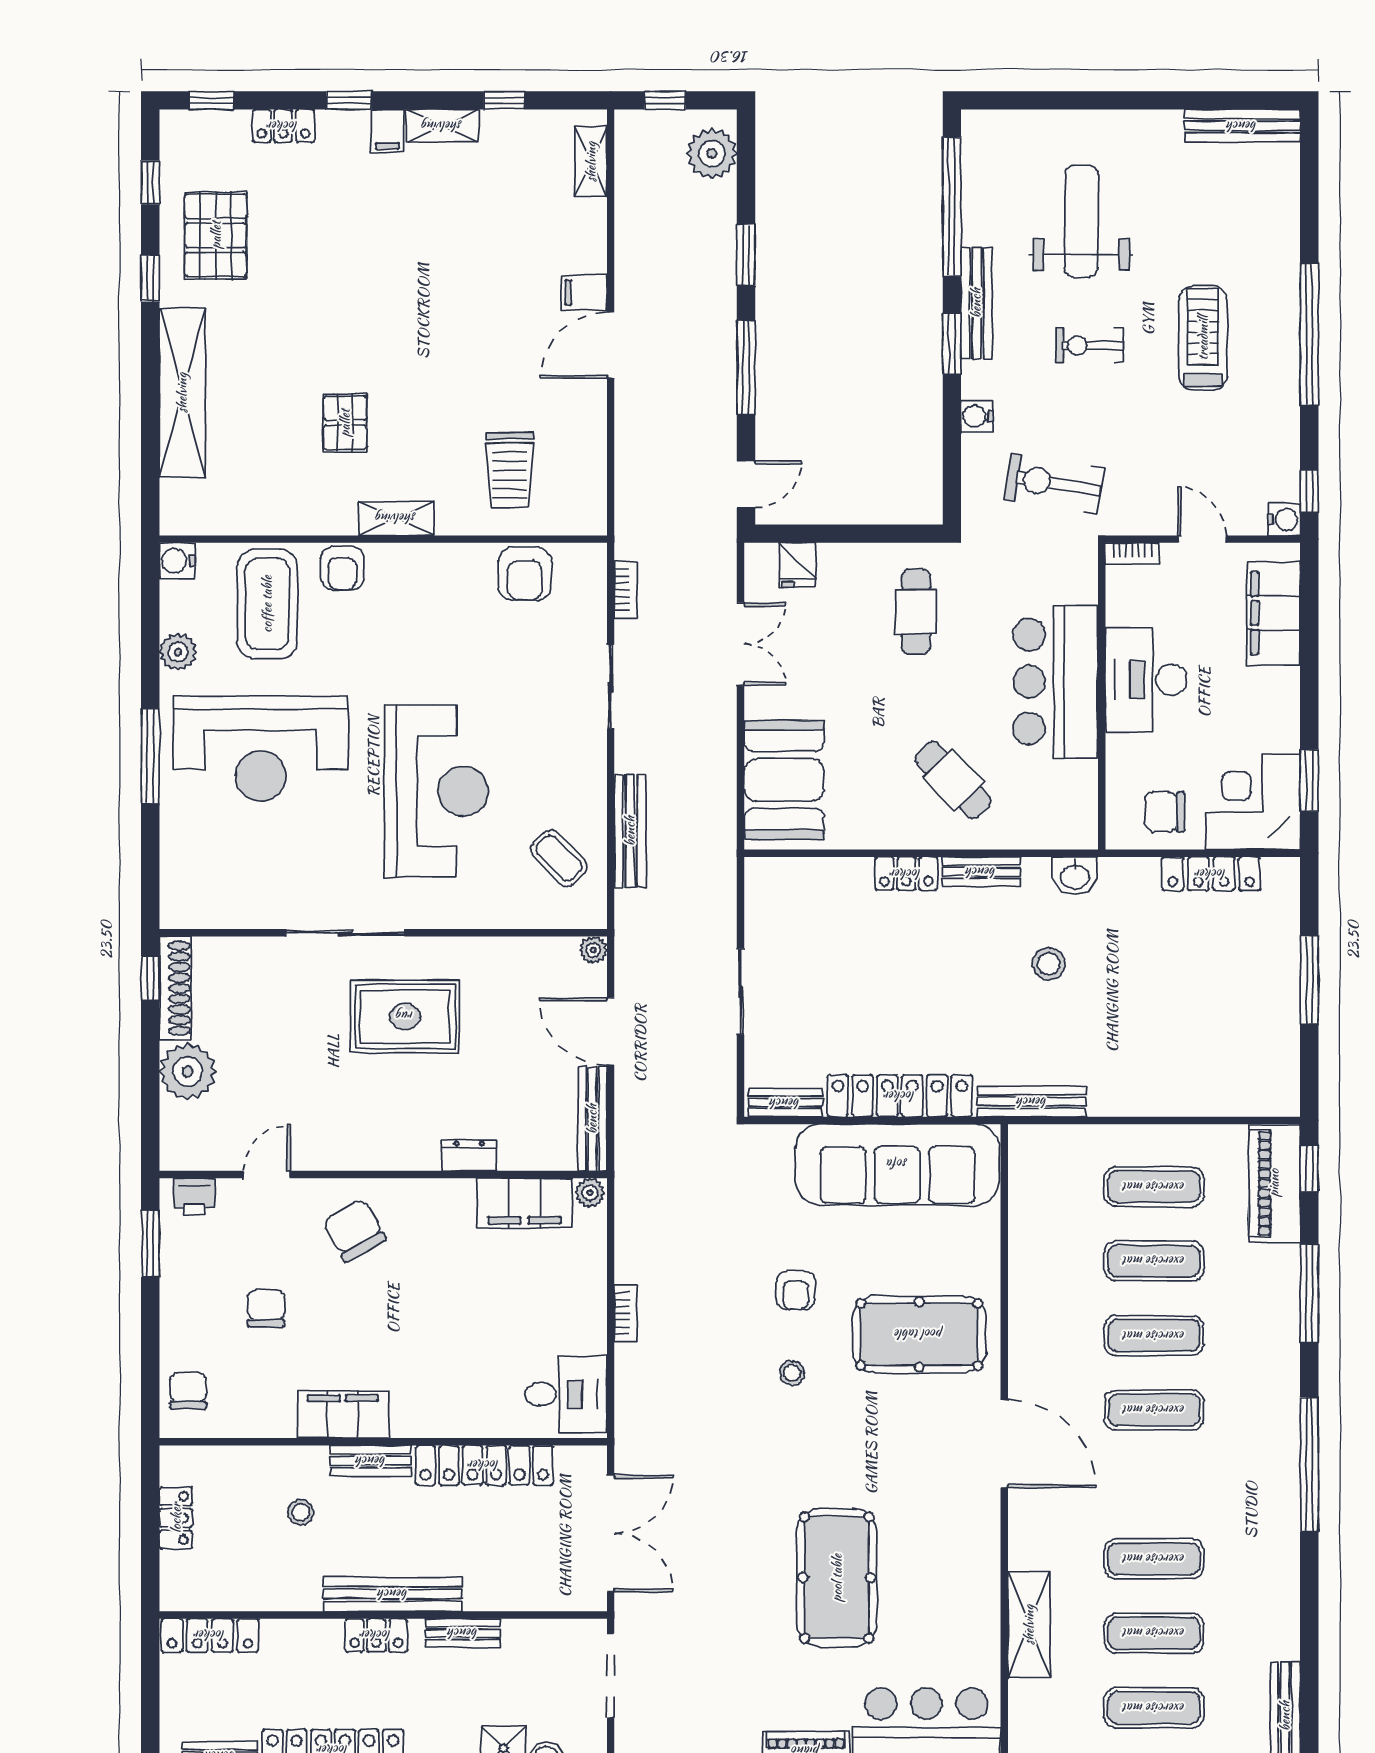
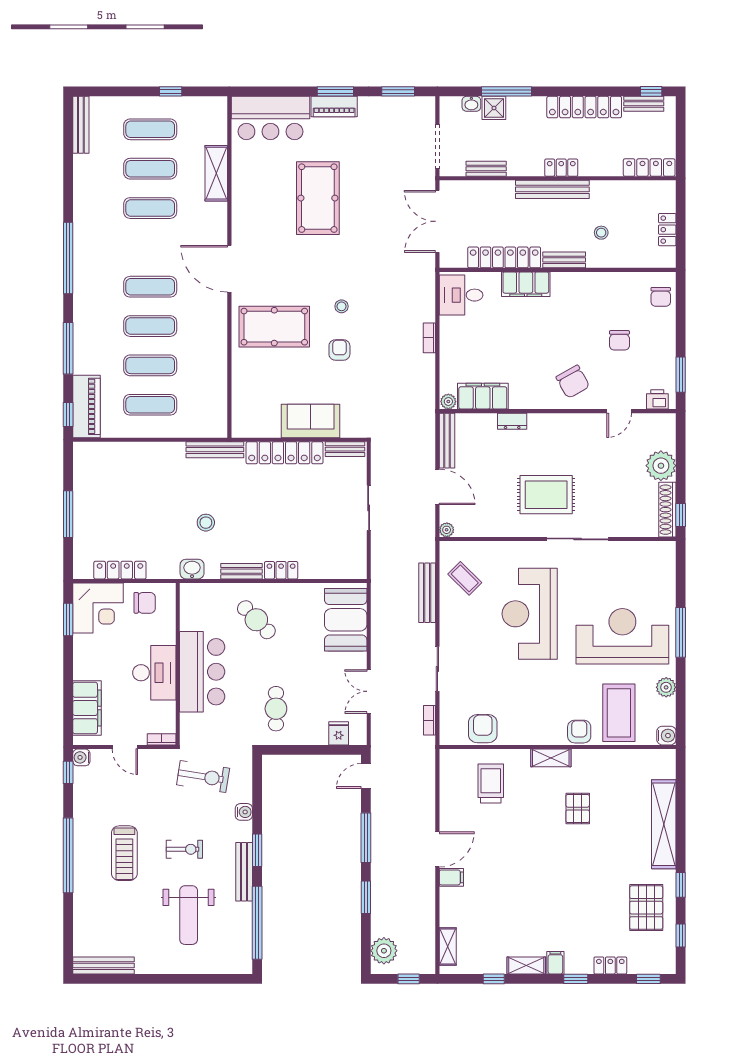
sofa: (897, 1164) -> (311, 421), width x0.54, depth x0.79
filing cabinet: (343, 1415) -> (526, 284), moved
bench: (463, 1633) -> (486, 169), moved

